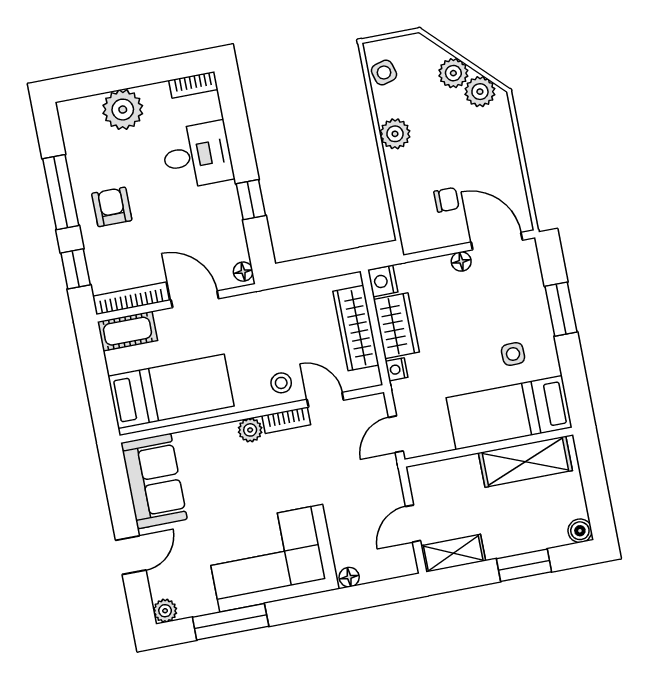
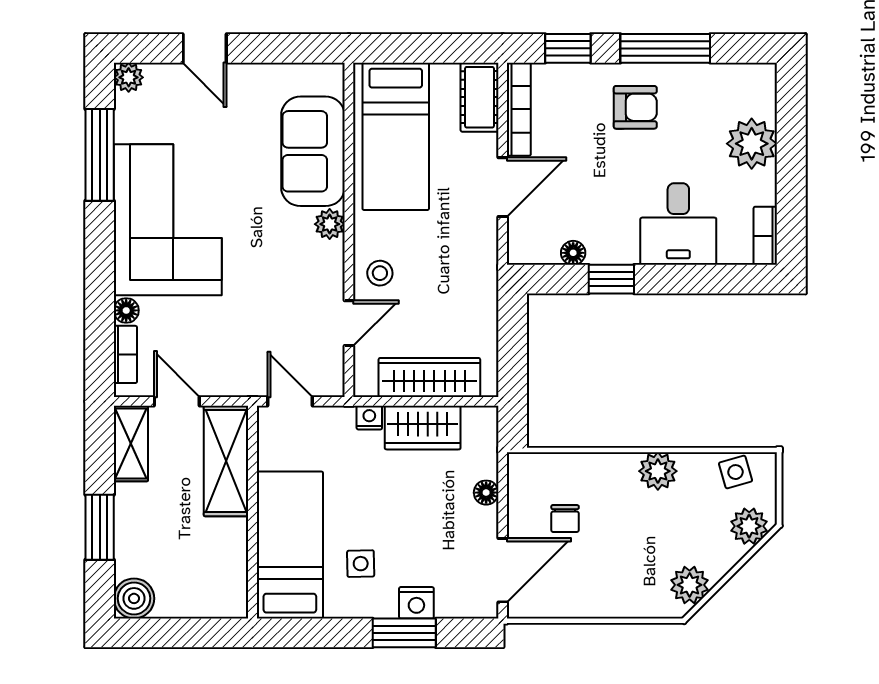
plant: (453, 73) -> (749, 526), moved
floor lamp: (461, 261) -> (486, 493), moved
floor lamp: (243, 272) -> (573, 253), moved
nightstand: (383, 281) -> (416, 603), moved, turned 180
bookcase: (286, 420) -> (125, 354), moved, turned 180
shelving: (525, 462) -> (226, 461), moved
sofa: (154, 481) -> (313, 151), moved, turned 90
boiler: (580, 531) -> (134, 598), width x1.36, depth x1.36

